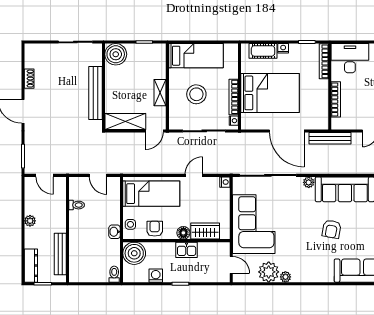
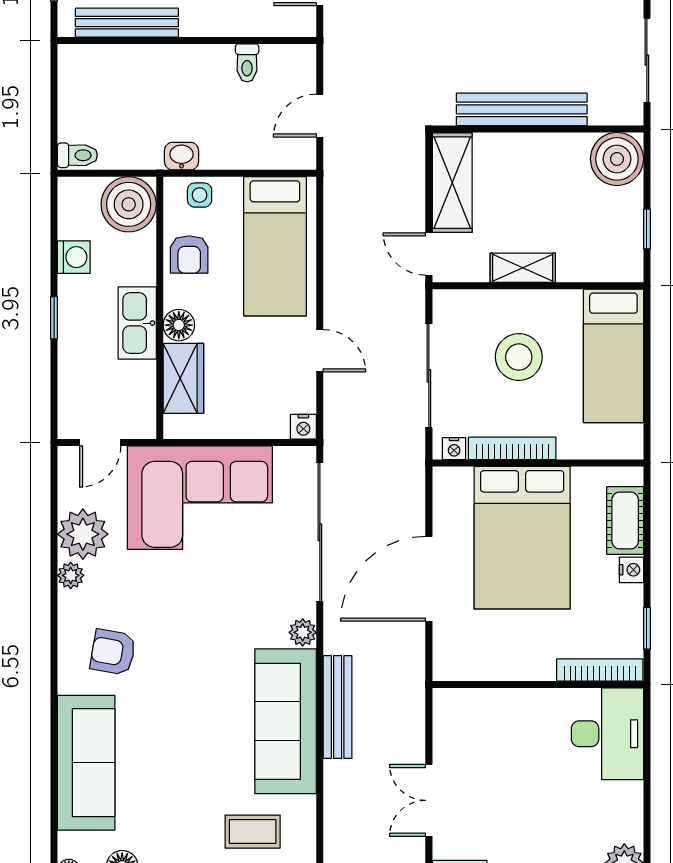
bookcase: (336, 99) -> (506, 699), removed
bench: (330, 138) -> (338, 707), moved
armchair: (155, 229) -> (189, 255), turned 90
armchair: (331, 229) -> (113, 652), moved
kitchen sink: (187, 250) -> (137, 323), width x1.38

